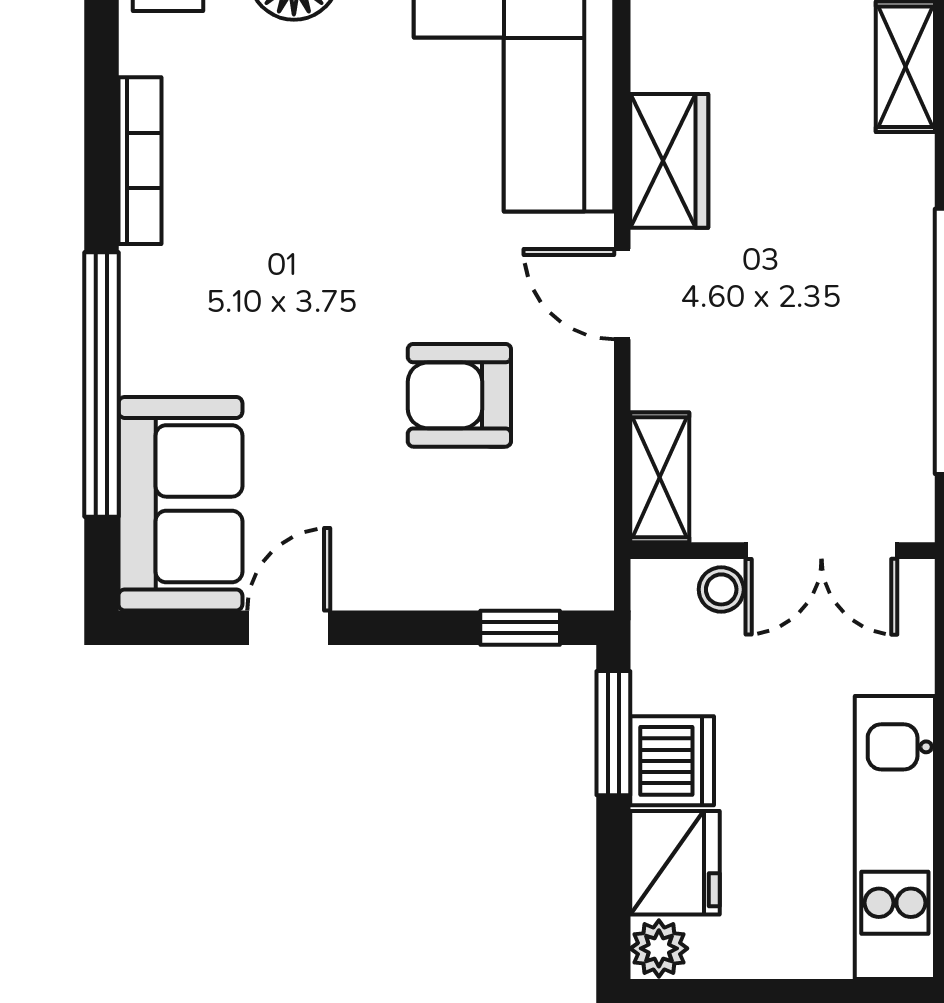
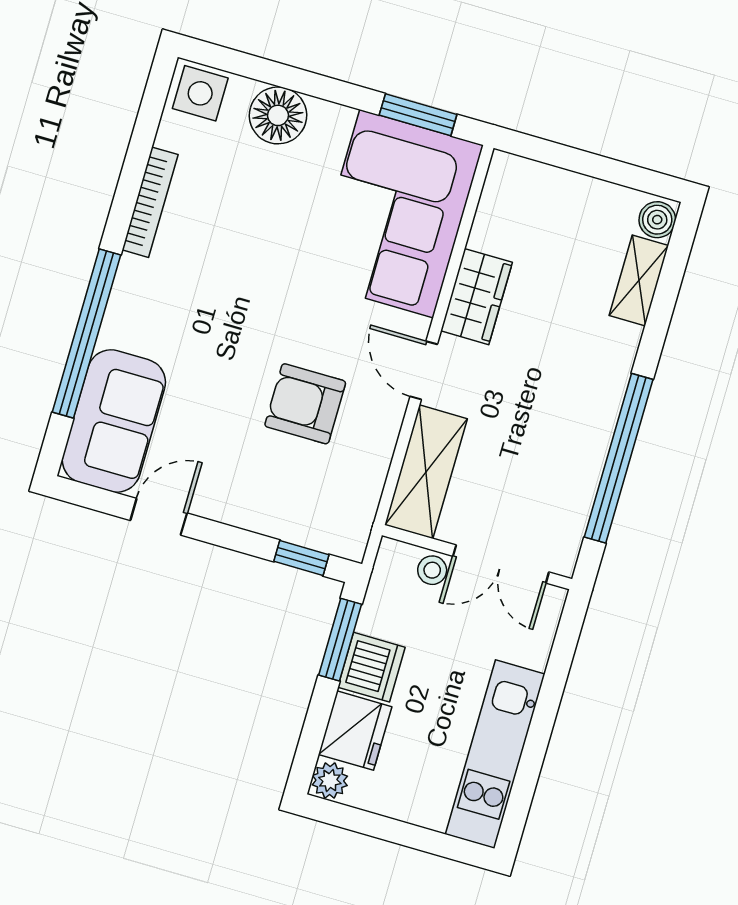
shelving: (660, 477) -> (426, 472), width x1.50, depth x1.33

